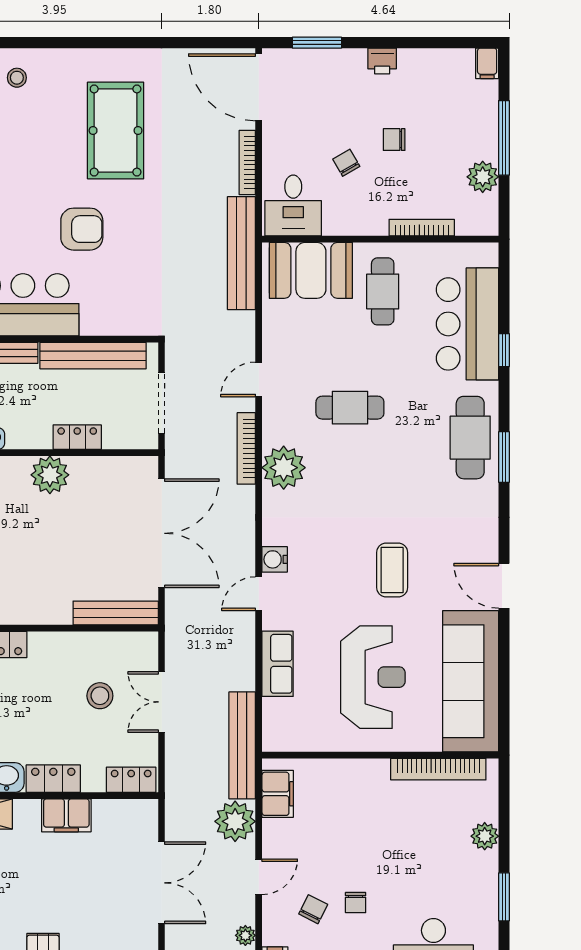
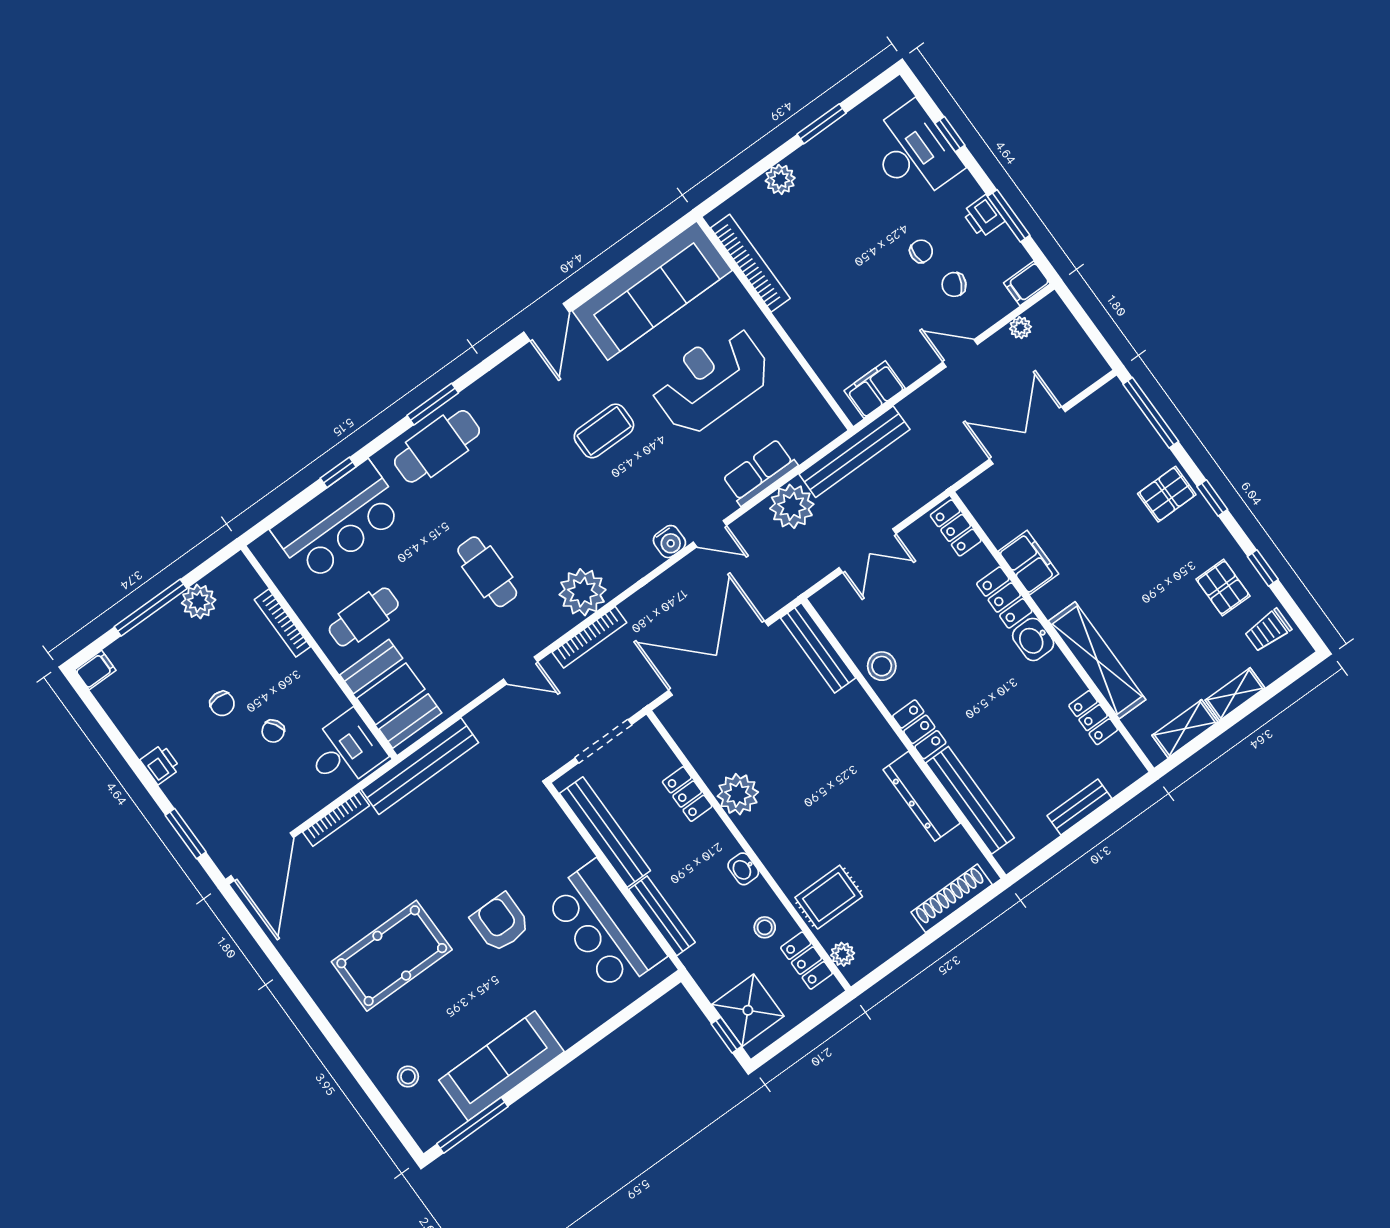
stool: (100, 696) -> (882, 666), moved
plant: (235, 821) -> (792, 506), moved

